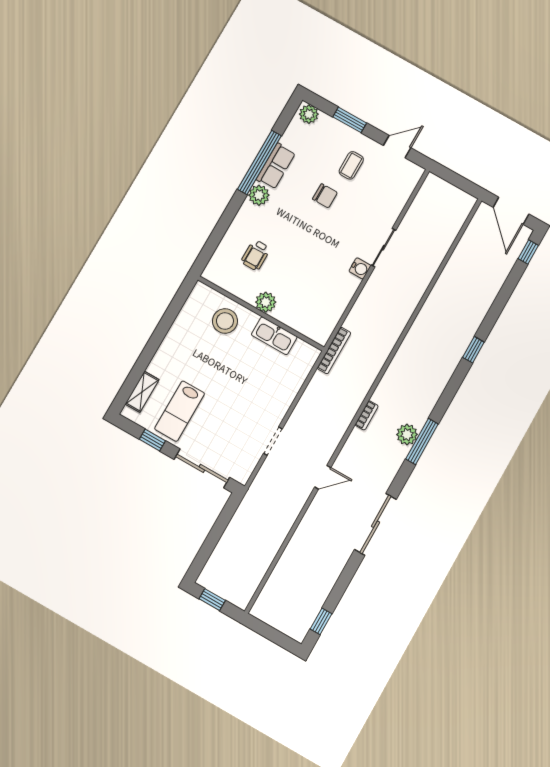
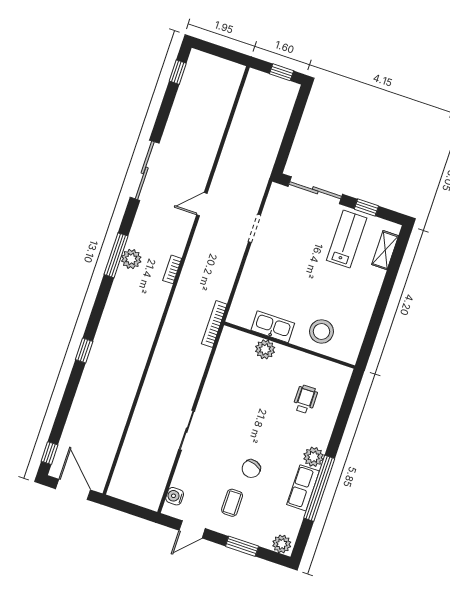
chair: (325, 196) -> (251, 469), turned -71
water cooler: (360, 268) -> (175, 496), moved
plant: (266, 302) -> (265, 349), moved

